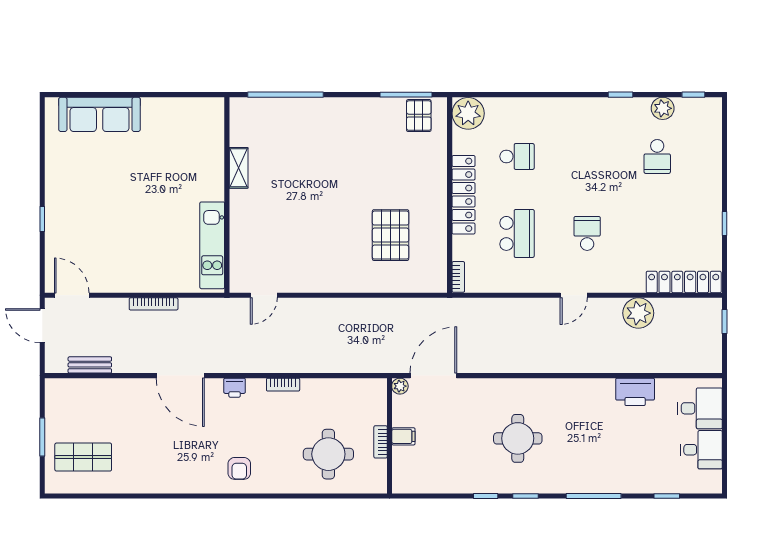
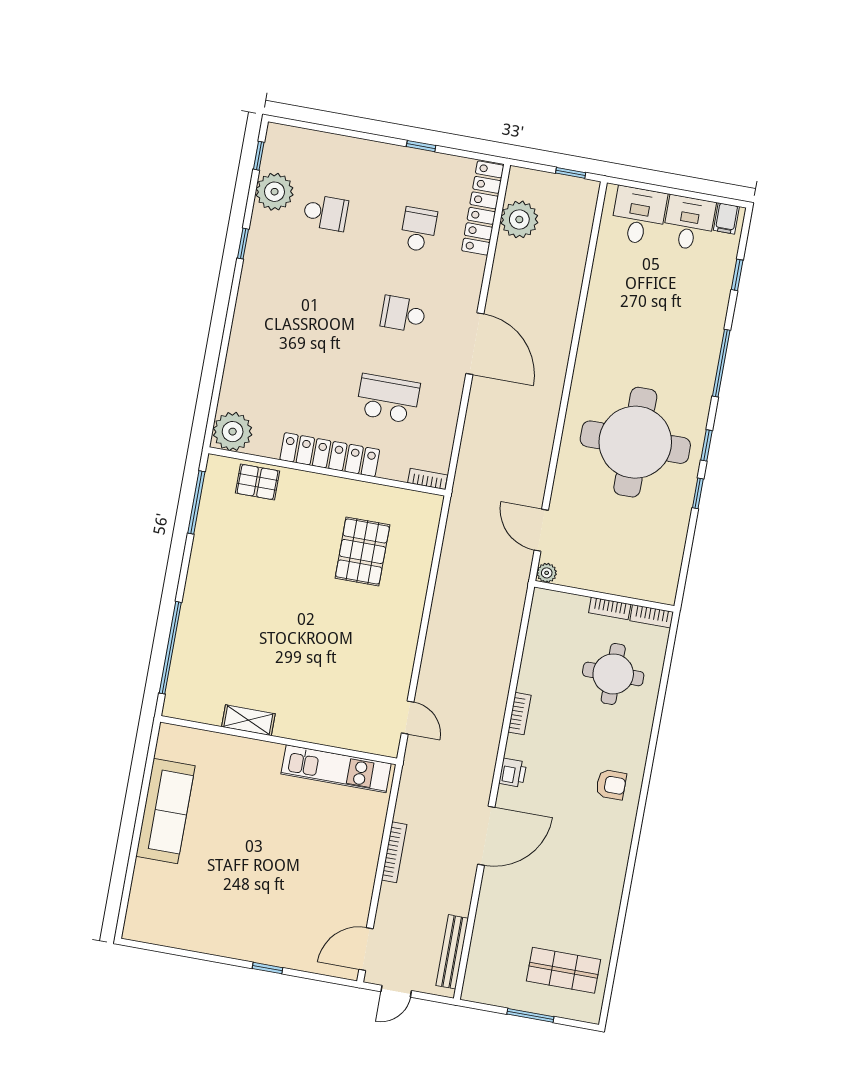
plant: (663, 108) -> (275, 192), width x1.36, depth x1.36
sofa: (100, 114) -> (165, 811), moved
pallet: (419, 116) -> (258, 482), moved
school desk: (517, 156) -> (418, 229), moved
pallet: (391, 235) -> (362, 551), turned 90
door: (574, 295) -> (475, 344), width x1.87
plant: (638, 313) -> (519, 219), moved
window: (725, 321) -> (571, 173), moved
door: (42, 326) -> (396, 991), width x0.73
bench: (90, 365) -> (452, 952), width x1.36
door: (433, 376) -> (541, 530), width x0.73
printer: (635, 392) -> (605, 291), removed
filing cabinet: (403, 436) -> (726, 218), moved, turned 180
round table: (518, 438) -> (635, 442), width x1.86, depth x1.86
shop shelf: (83, 457) -> (563, 970), turned 90
bookcase: (380, 477) -> (652, 616), added

